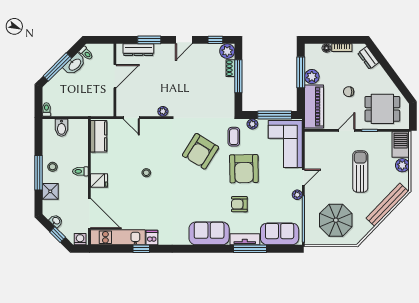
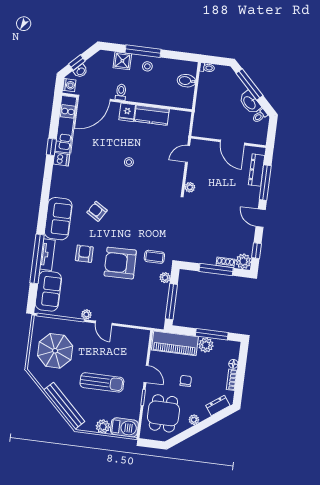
window: (149, 40) -> (265, 183), width x1.44
plant: (385, 79) -> (194, 420), added
kitchen counter: (99, 136) -> (152, 115), moved
corner sofa: (285, 144) -> (140, 309), removed
armchair: (201, 151) -> (97, 211), moved, width x0.53, depth x0.53
toilet: (80, 171) -> (121, 92), moved
washbasin: (56, 221) -> (80, 71), moved
window: (250, 249) -> (37, 259), width x1.46

